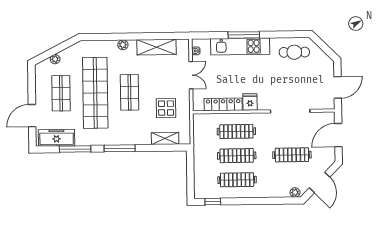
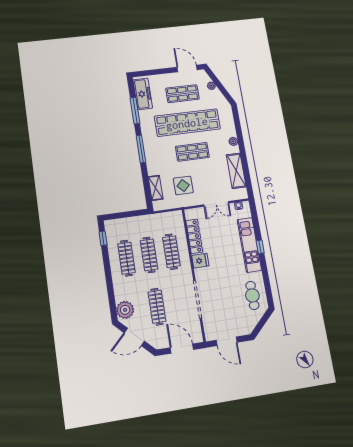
window: (244, 35) -> (260, 247), width x0.46
door: (32, 116) -> (187, 68), moved
plant: (295, 192) -> (125, 310), width x1.88, depth x1.88

